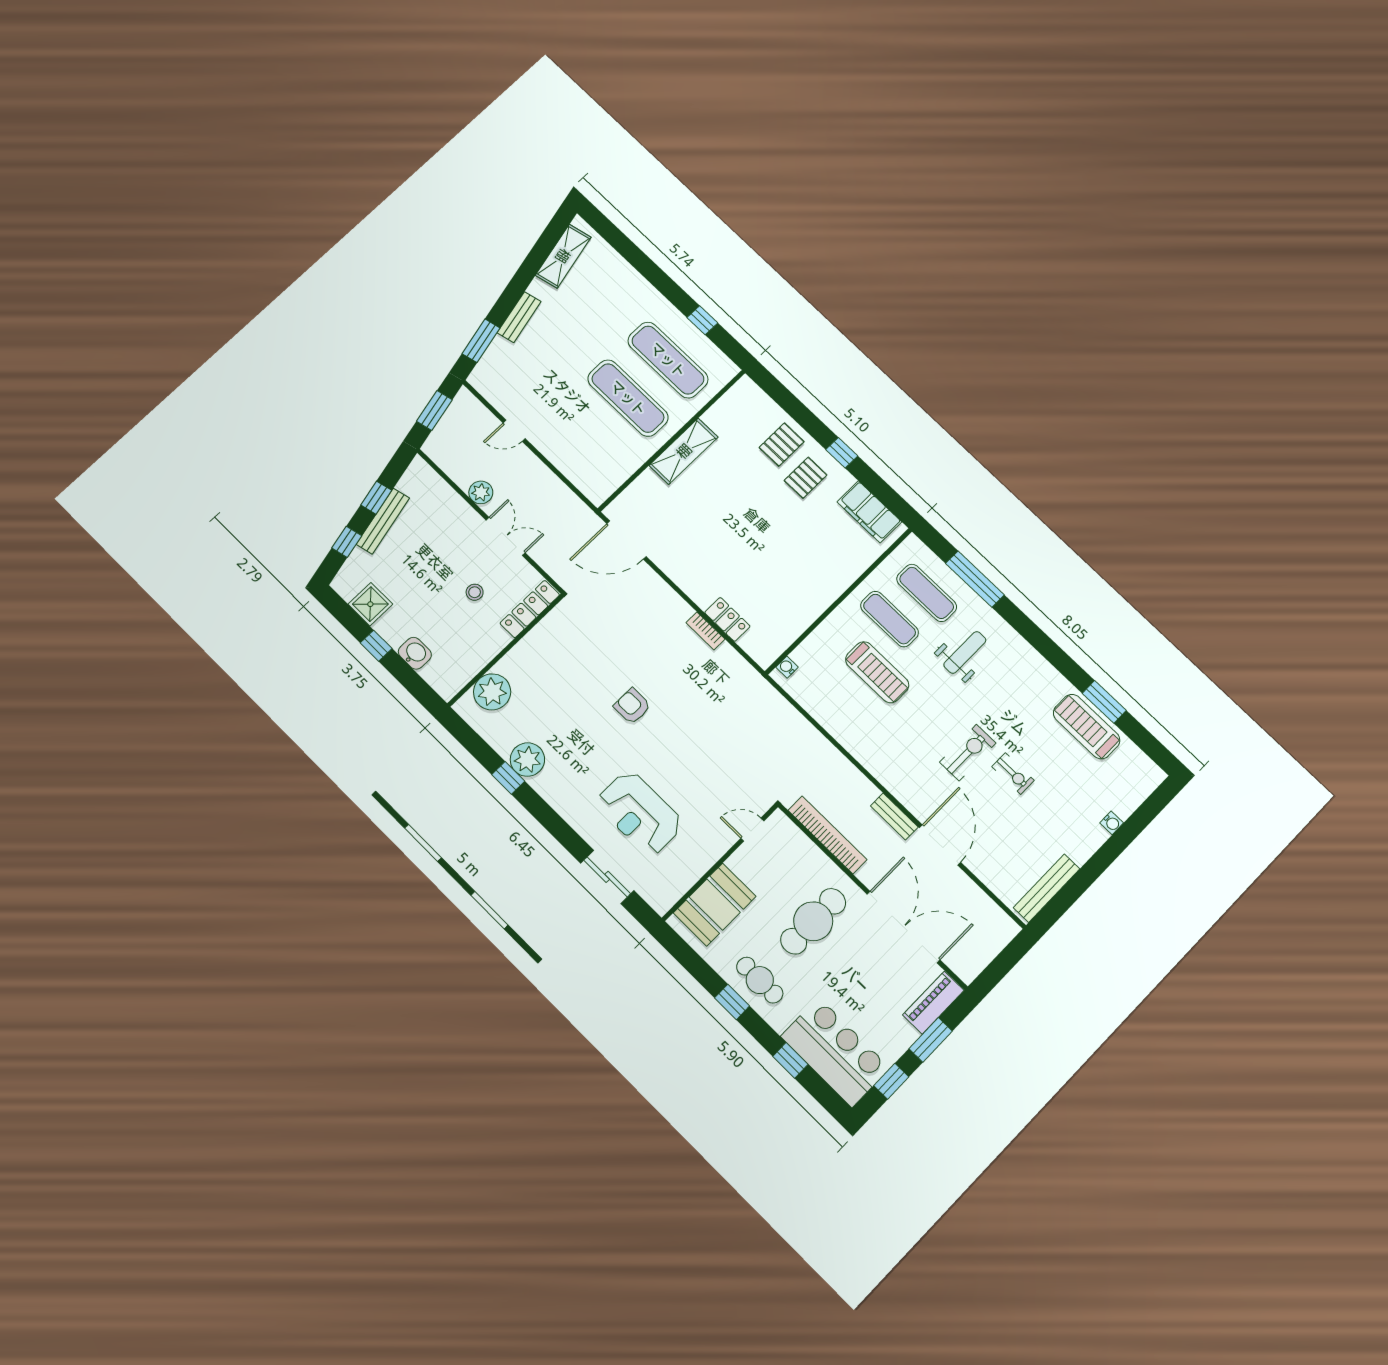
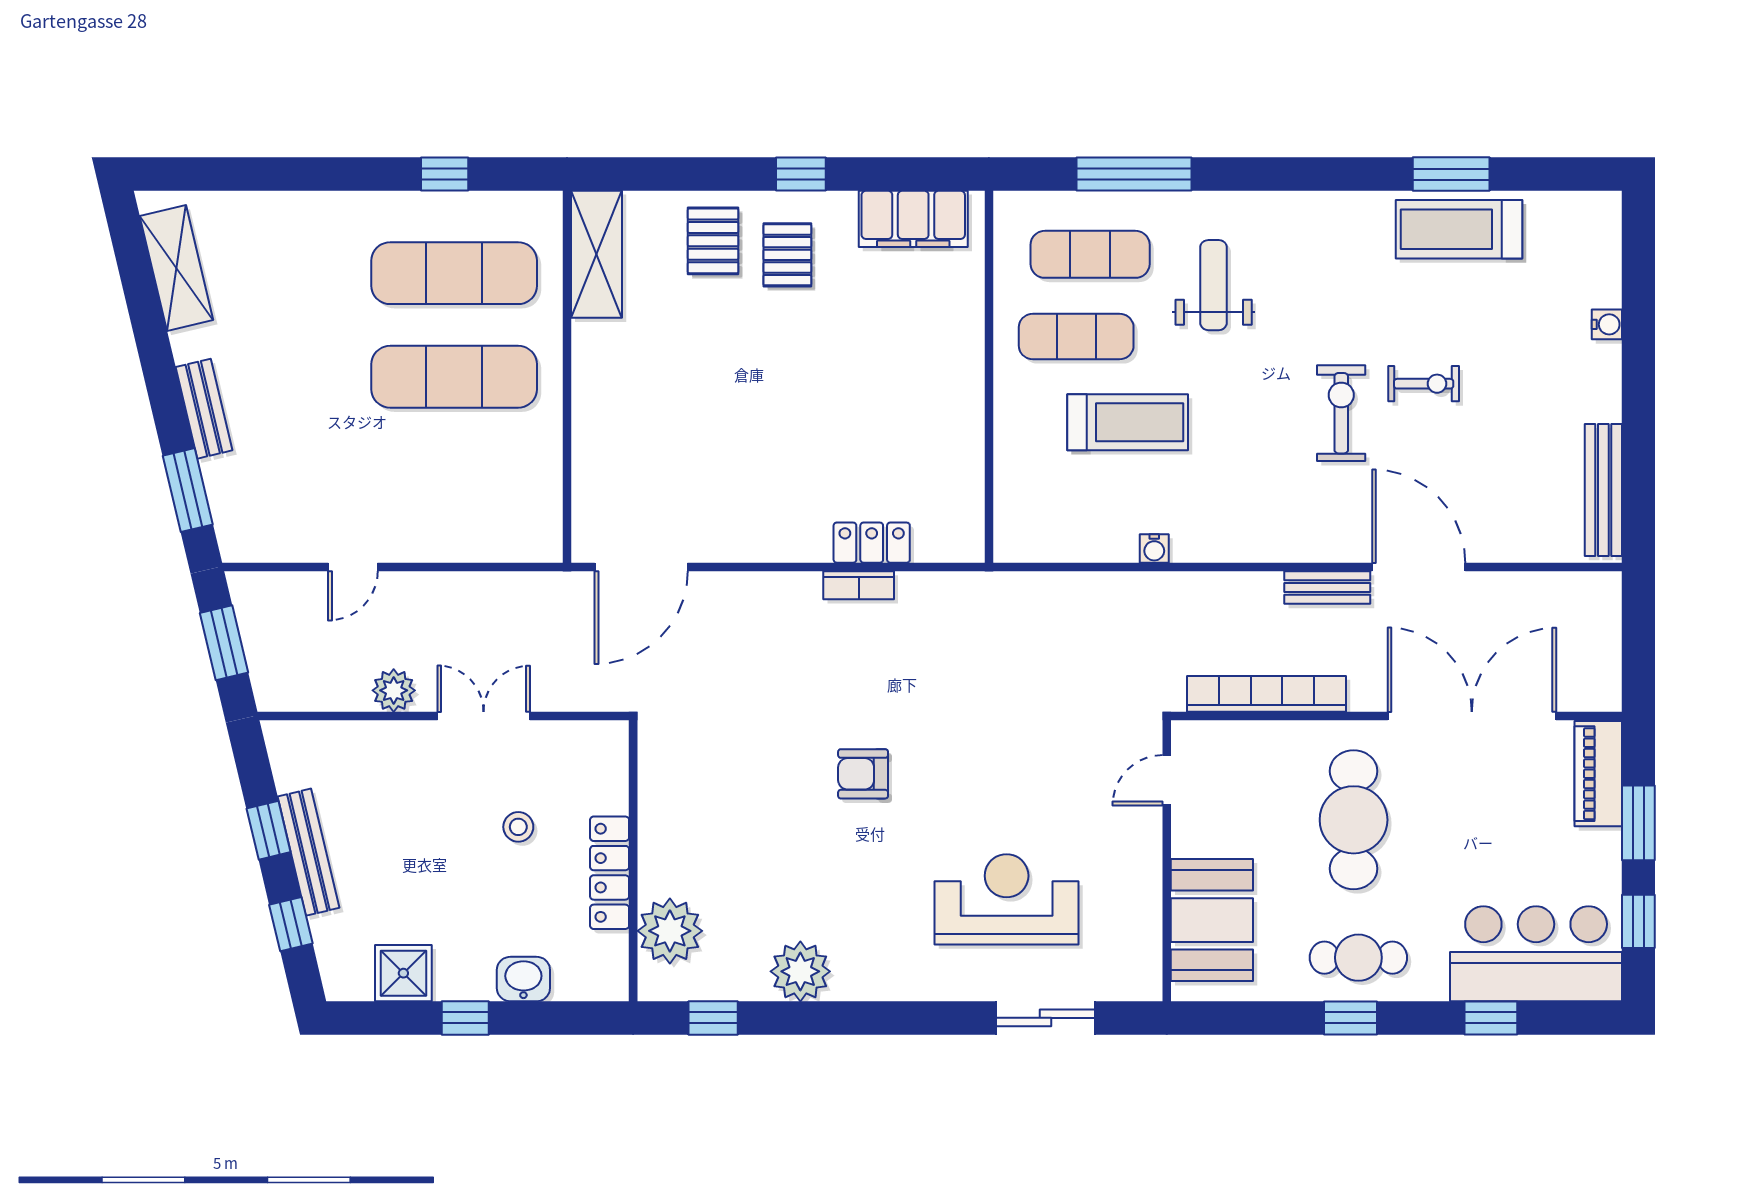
shelving: (684, 451) -> (597, 254), moved
locker: (530, 609) -> (610, 873), moved
water cooler: (787, 667) -> (1154, 549), moved, turned -90
window: (508, 778) -> (713, 1018), moved
reception desk: (640, 813) -> (1007, 899), turned 180

